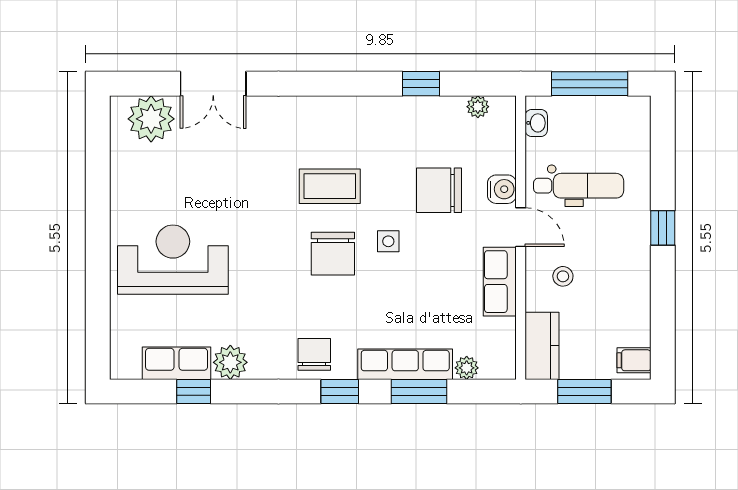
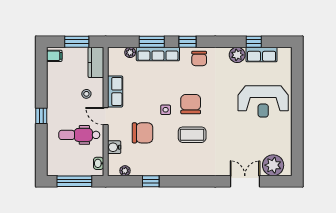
water cooler: (502, 189) -> (114, 147), moved

